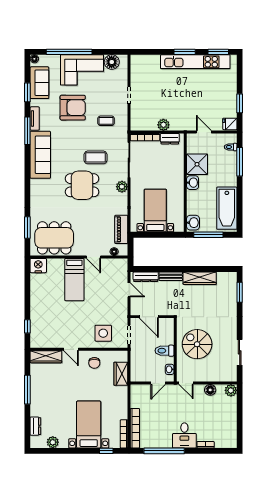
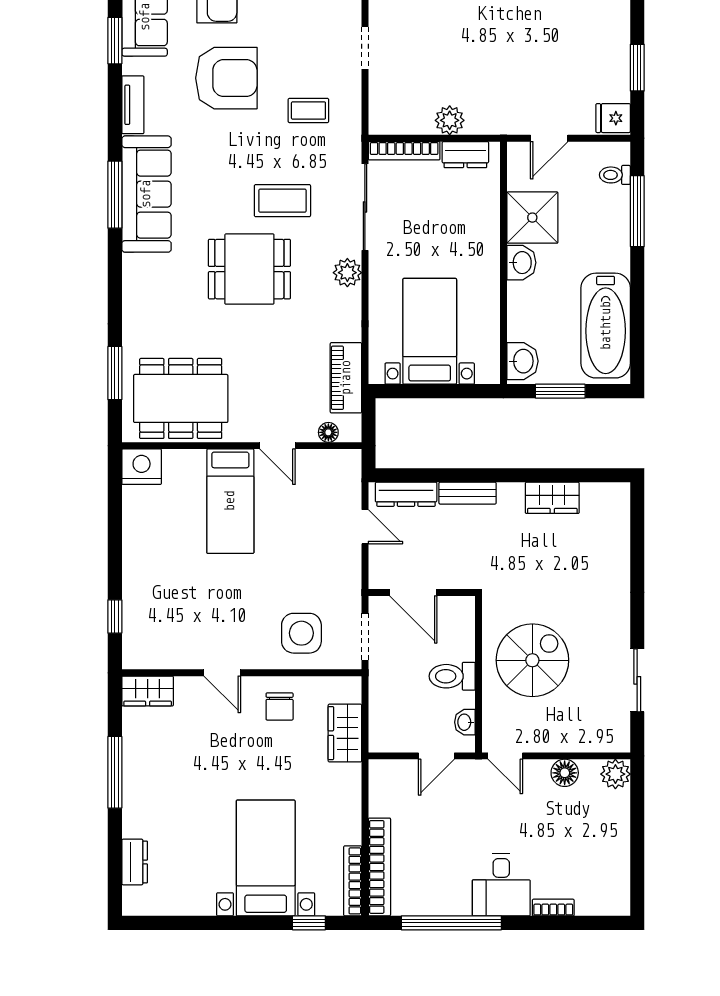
window: (27, 131) -> (115, 195), moved
door: (204, 132) -> (549, 138), swing flipped
window: (208, 235) -> (560, 391), width x0.69
wardrobe: (200, 278) -> (552, 498), width x0.67
window: (240, 292) -> (637, 532), removed
spiral stairs: (197, 344) -> (532, 660), turned 90
wardrobe: (46, 357) -> (148, 691), width x0.67
plant: (53, 442) -> (177, 901), removed

